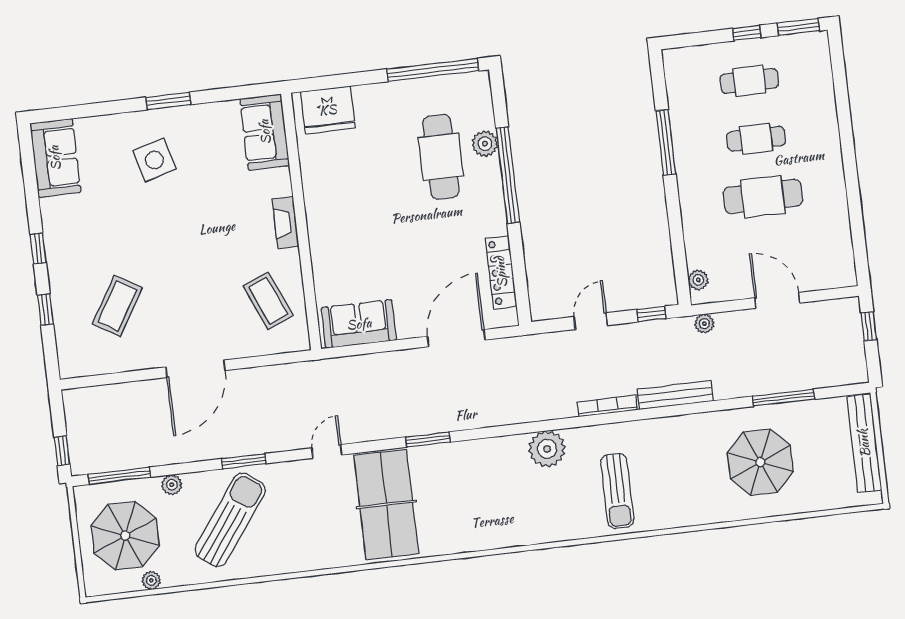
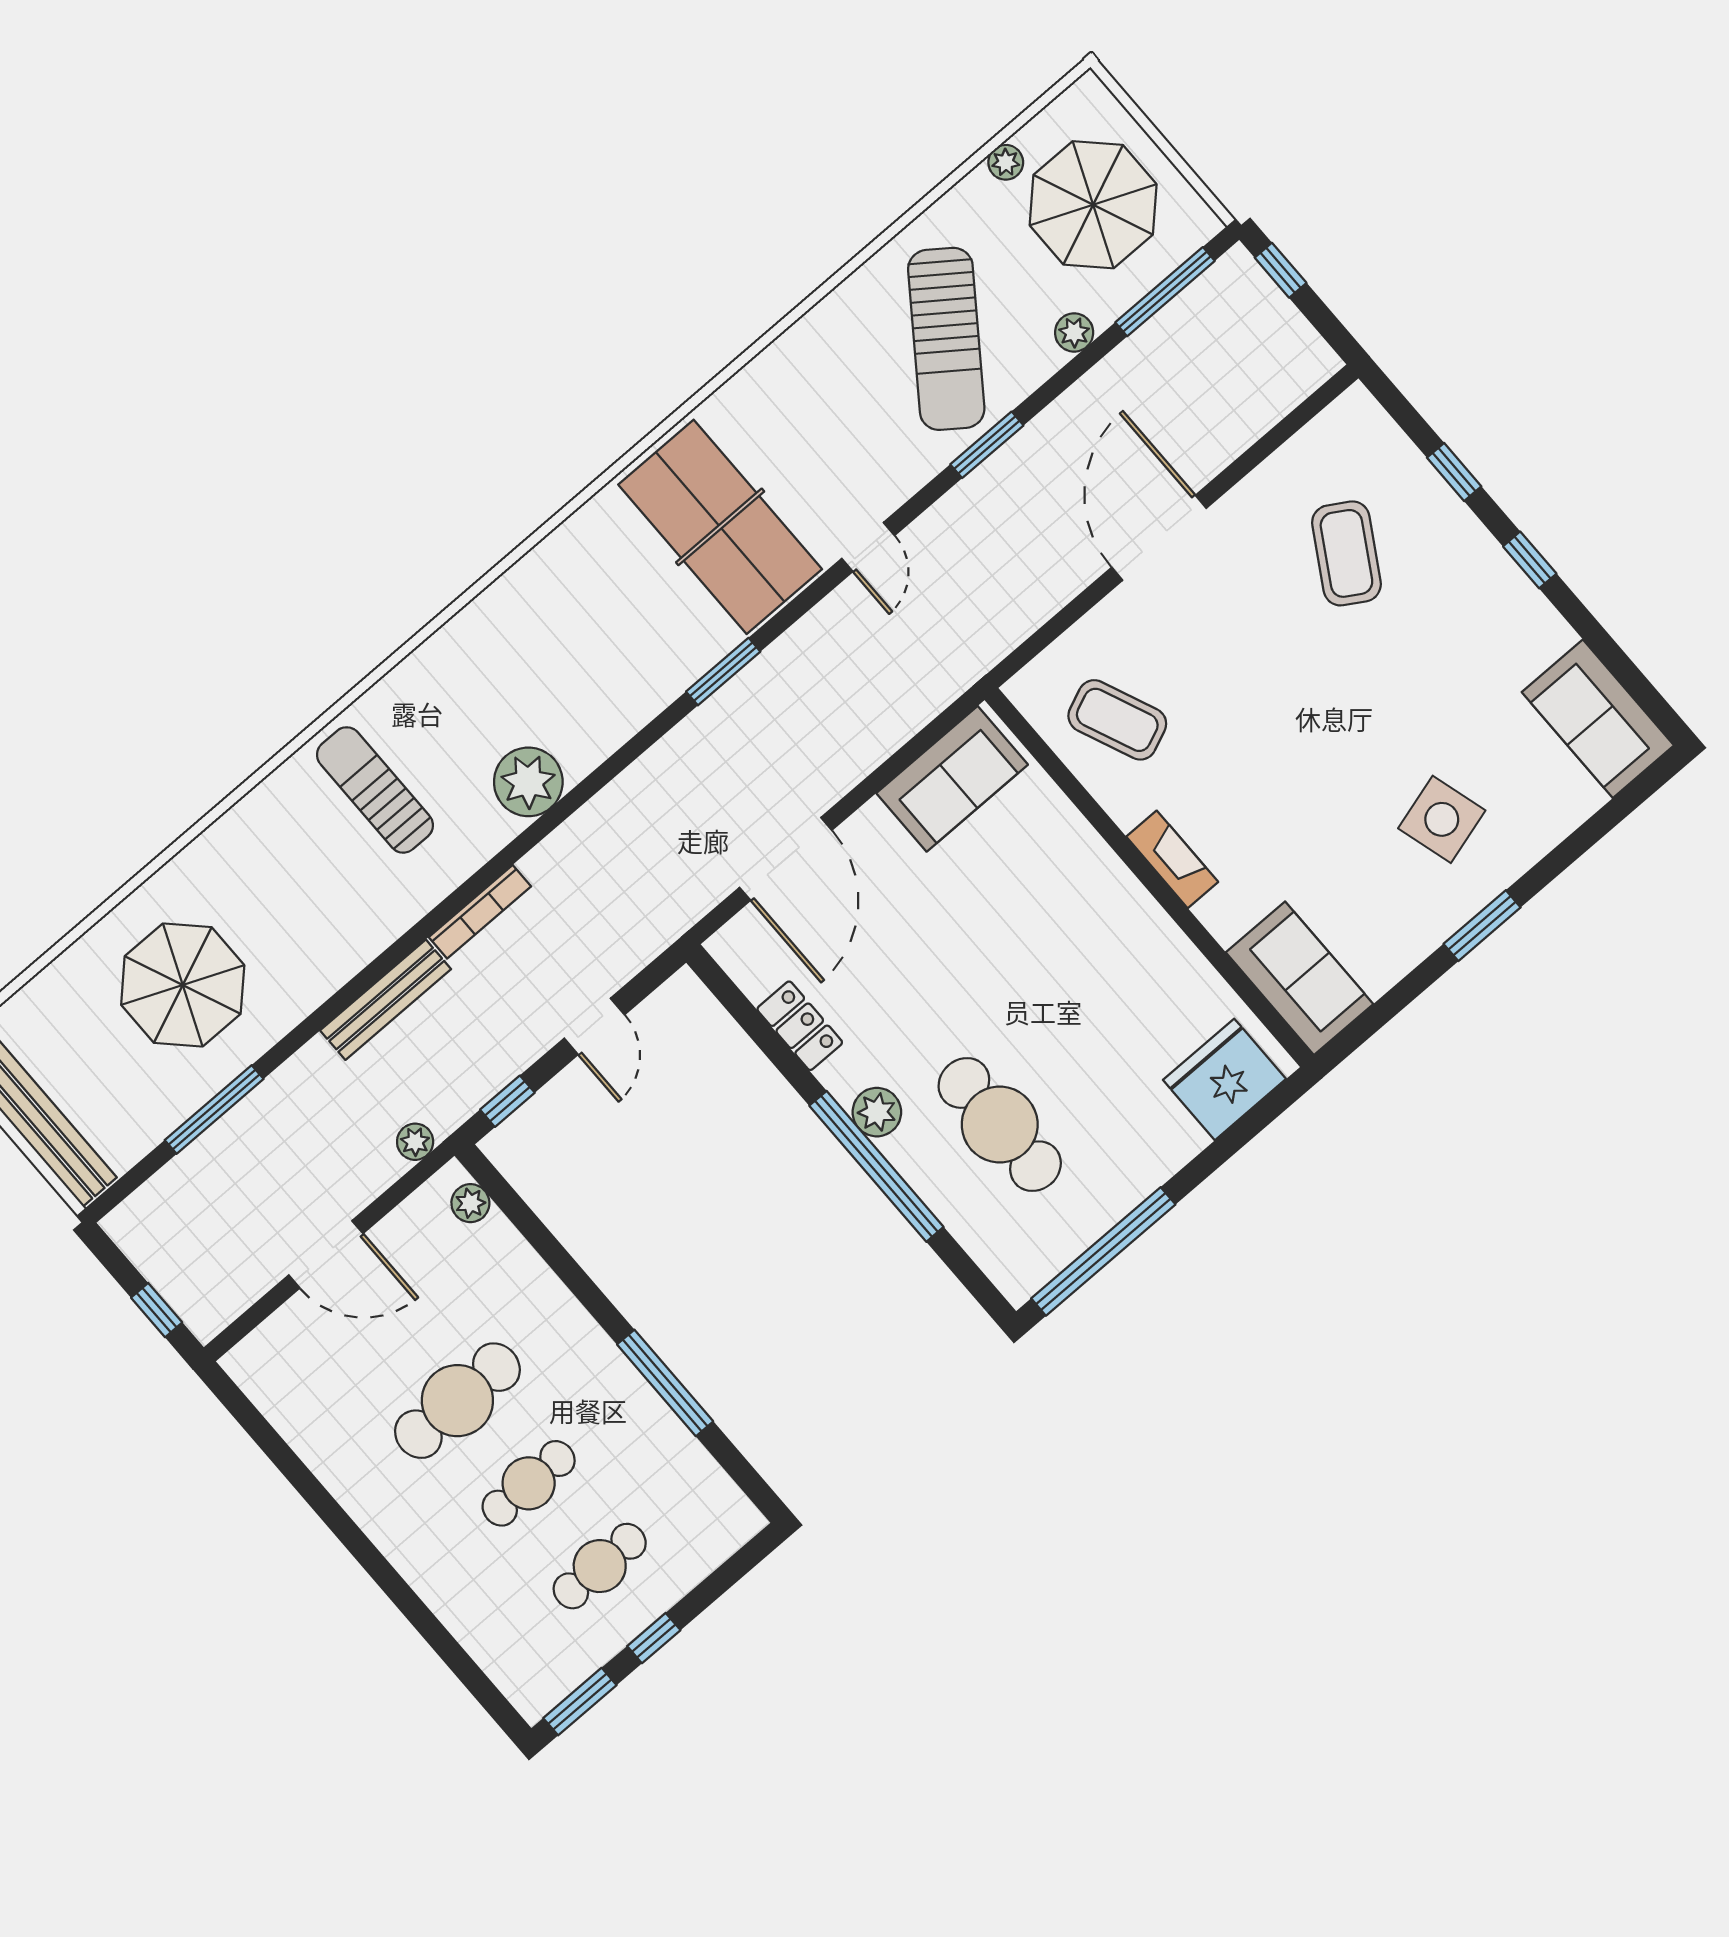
plant: (485, 144) -> (877, 1112), moved
locker: (501, 272) -> (800, 1026), width x0.66

